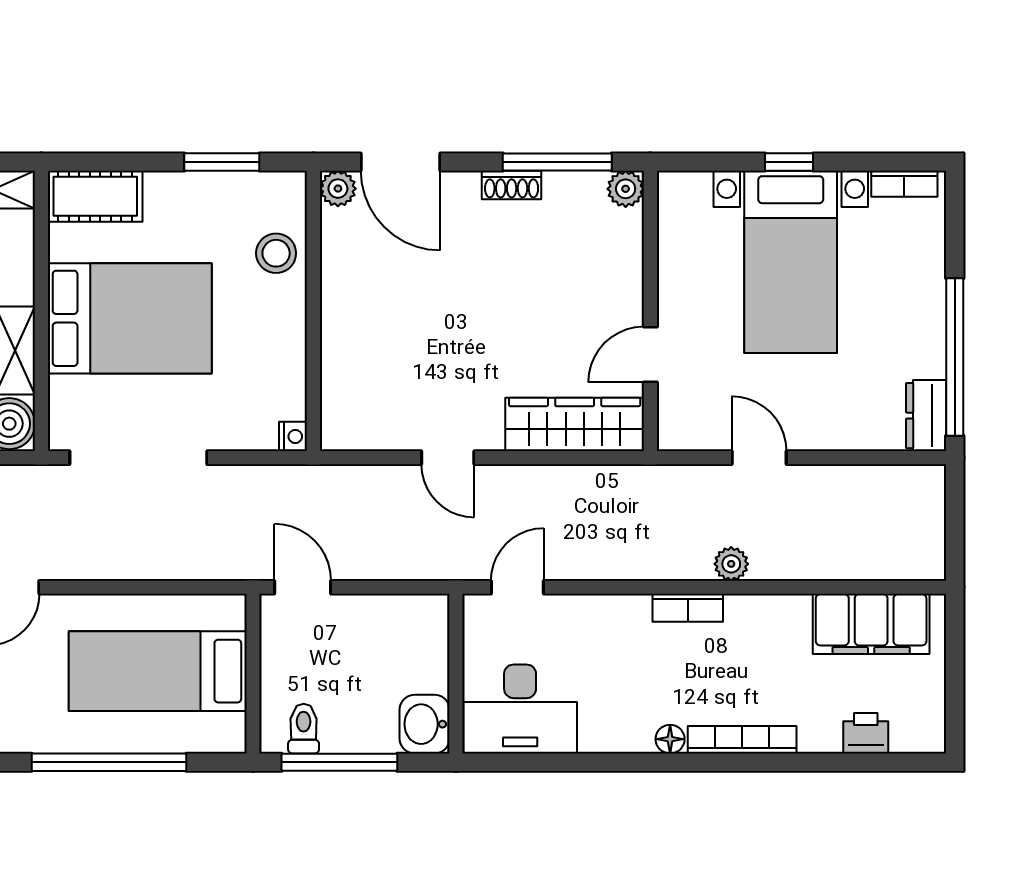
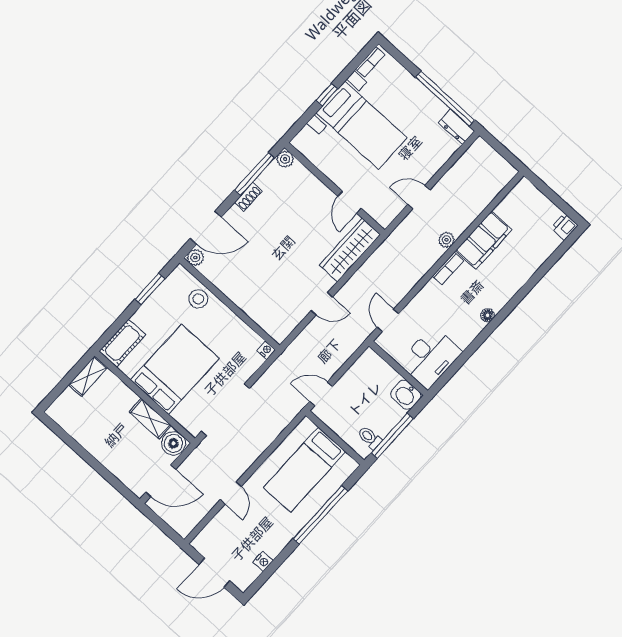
filing cabinet: (871, 624) -> (484, 240), moved
printer: (866, 733) -> (565, 227), moved
bookcase: (742, 740) -> (510, 291), removed

